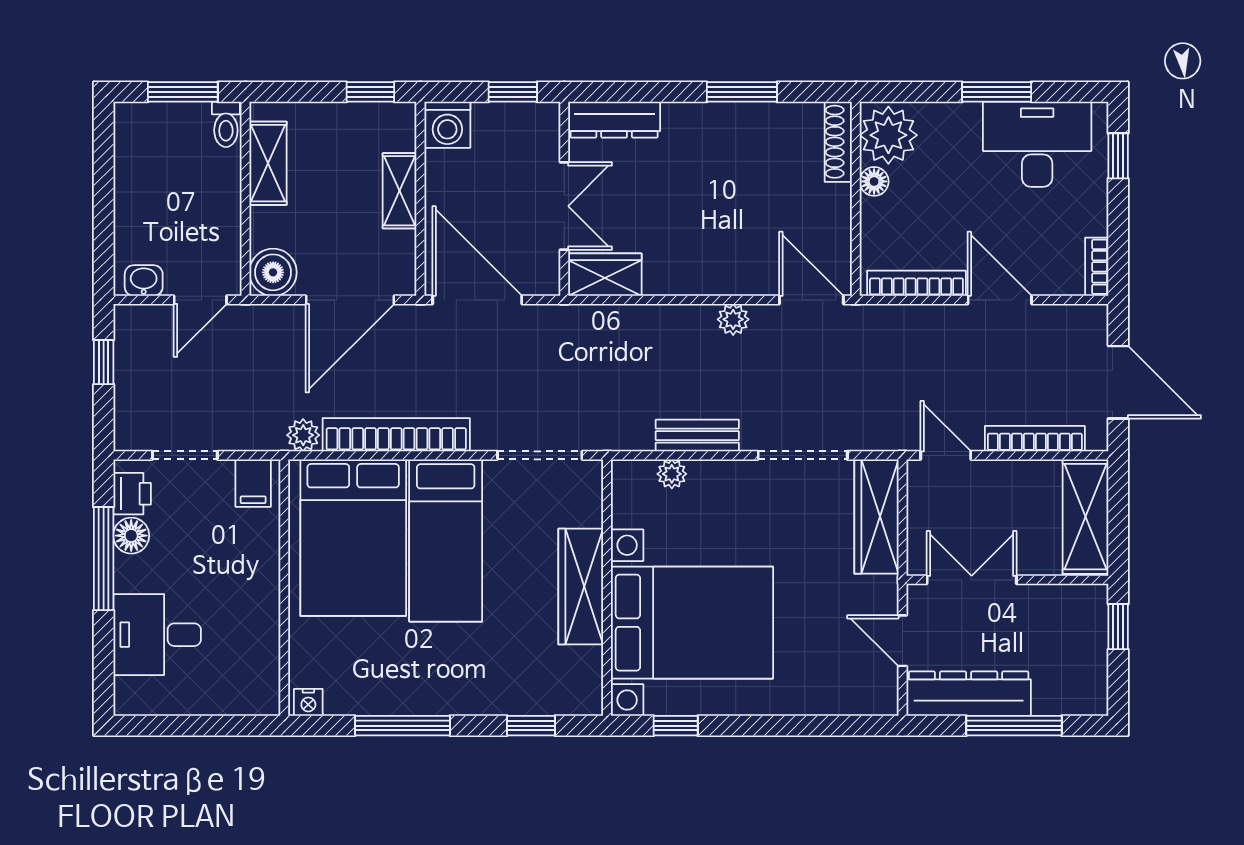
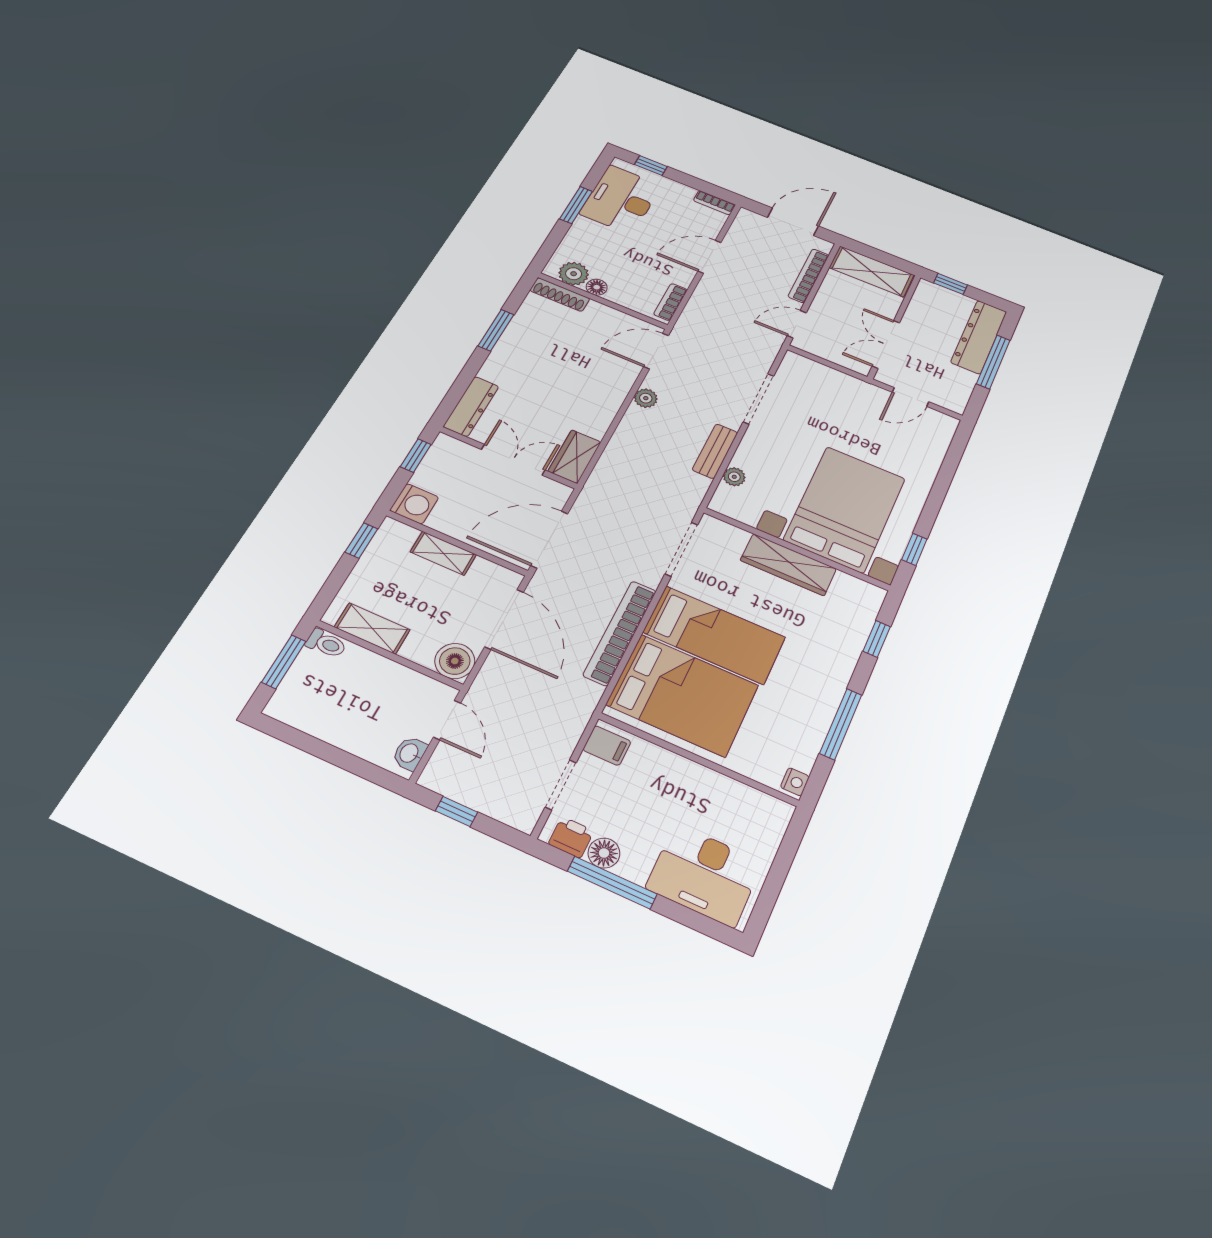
plant: (888, 135) -> (574, 274), width x0.73, depth x0.73
bookcase: (916, 283) -> (670, 302), width x0.64
plant: (303, 435) -> (588, 695), removed
wardrobe: (876, 516) -> (820, 377), removed
desk: (157, 635) -> (704, 875), width x1.37
dresser: (969, 694) -> (979, 337), moved

